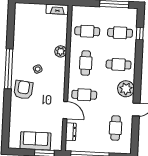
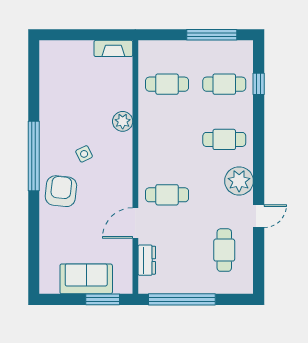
cafe table: (86, 63) -> (167, 139), removed
door: (65, 110) -> (135, 223), swing flipped

